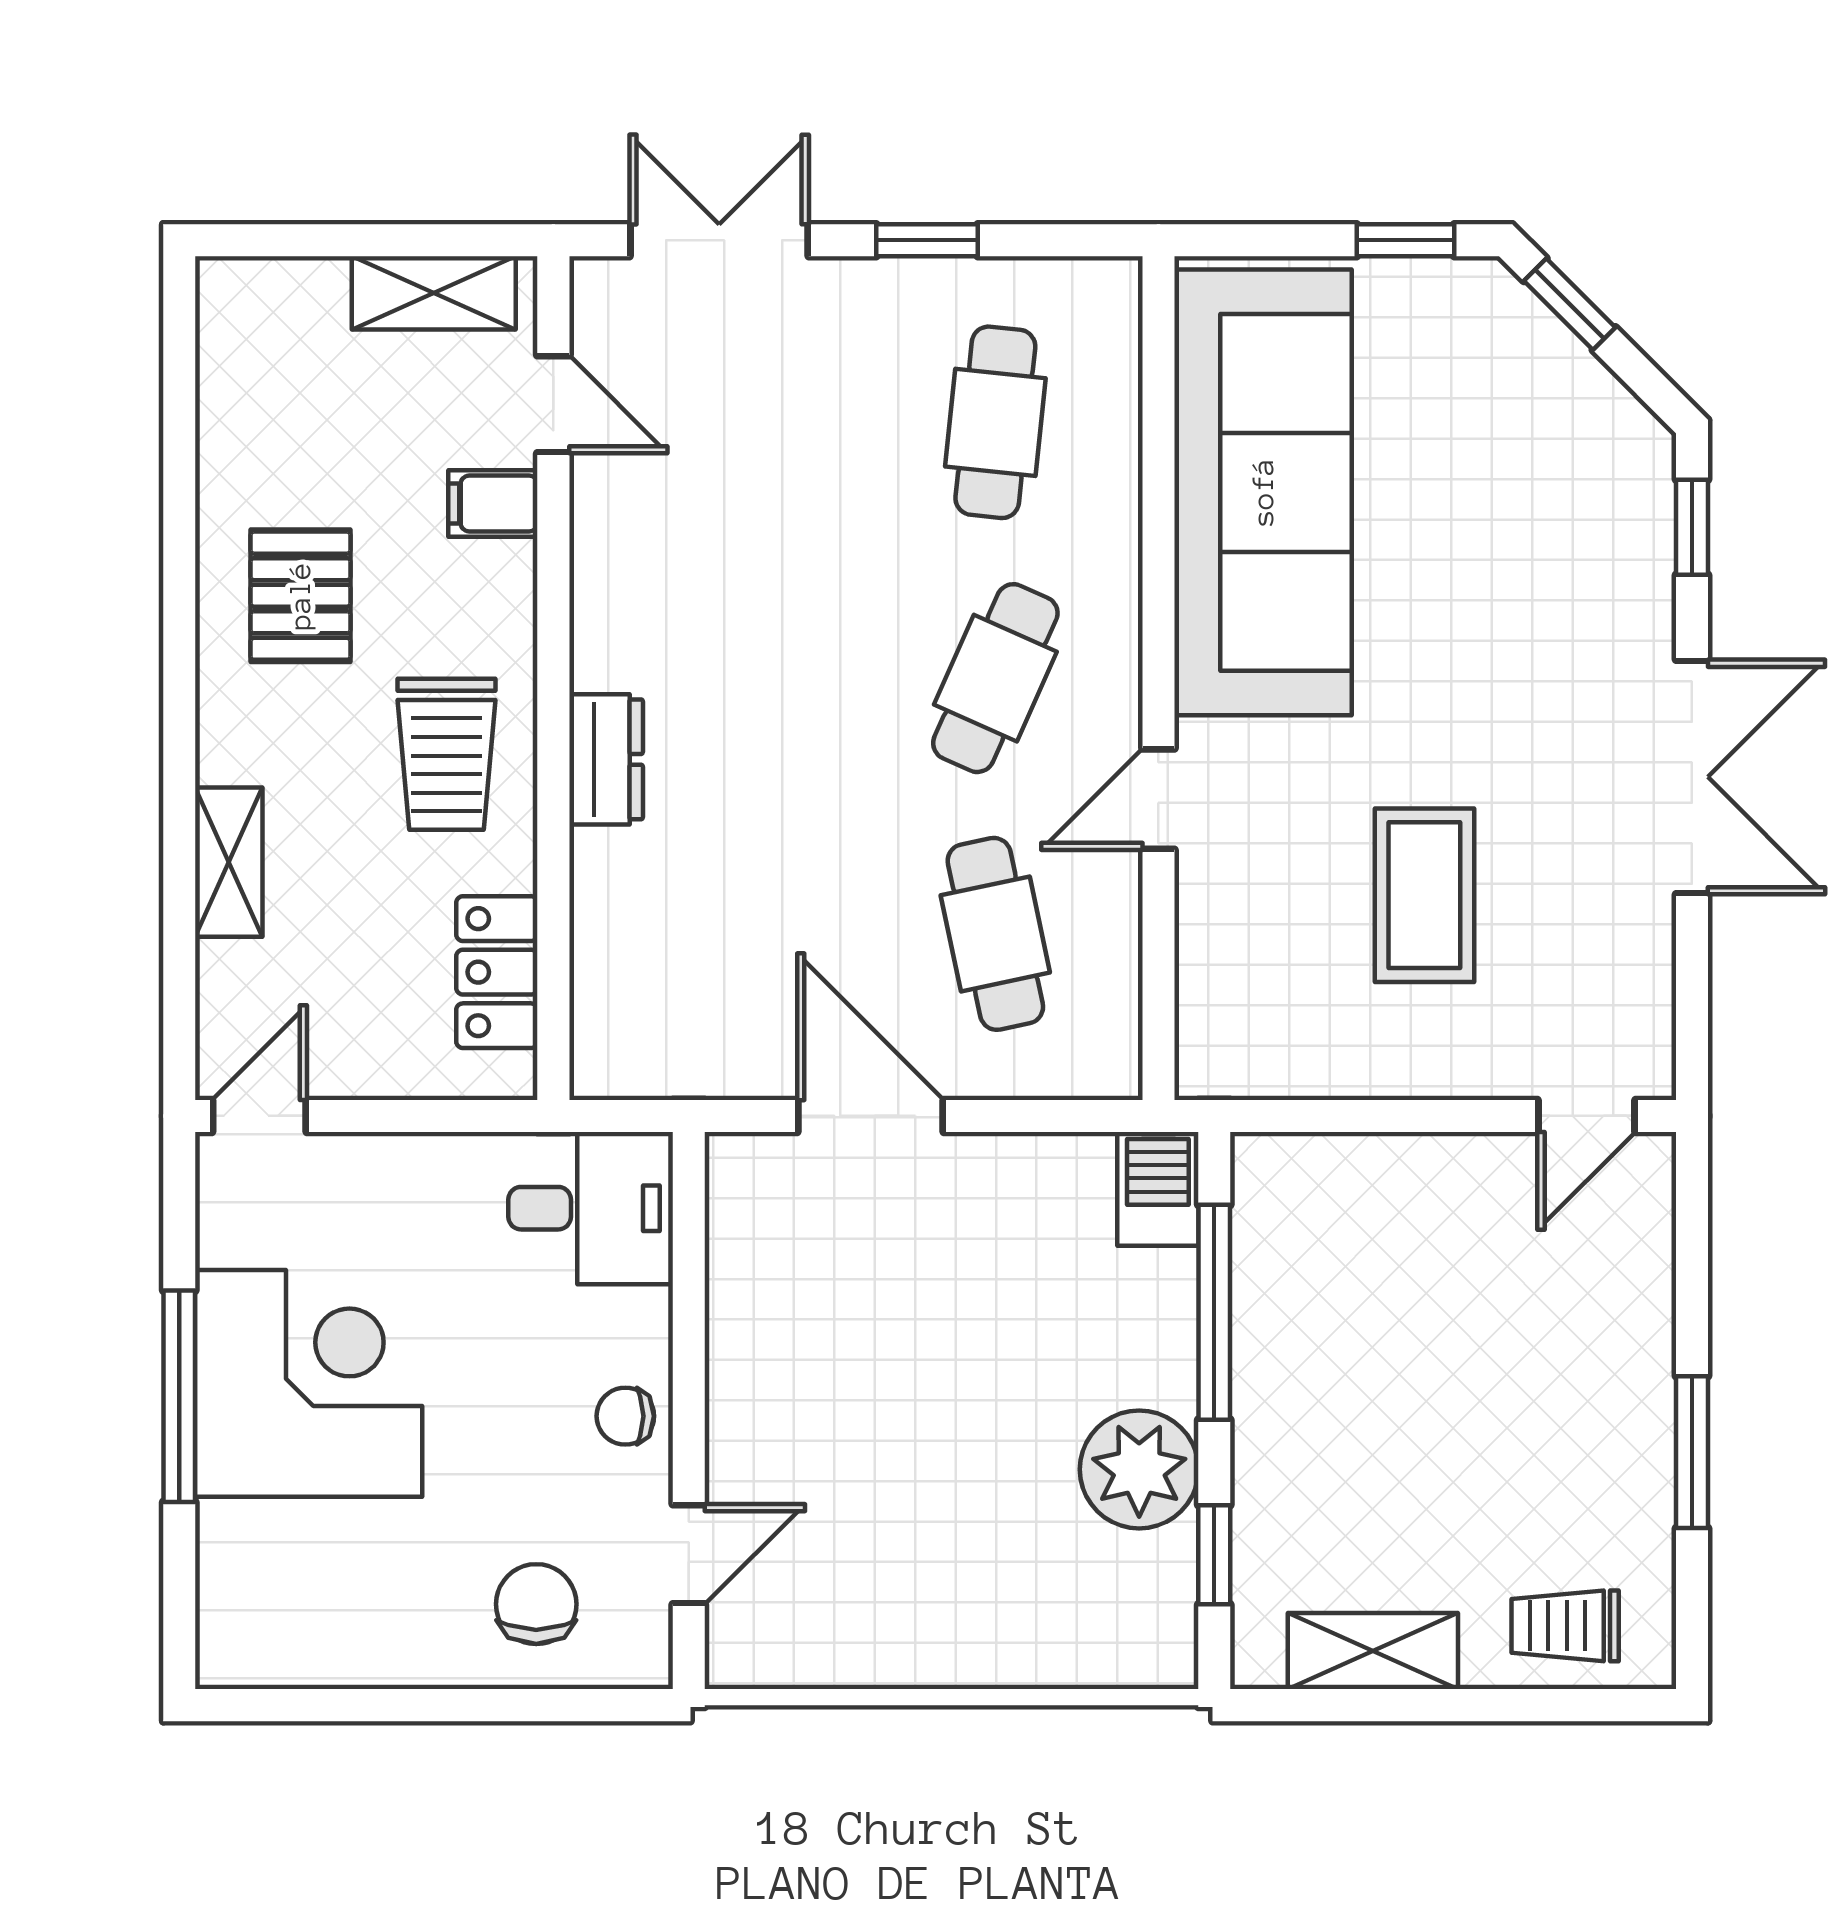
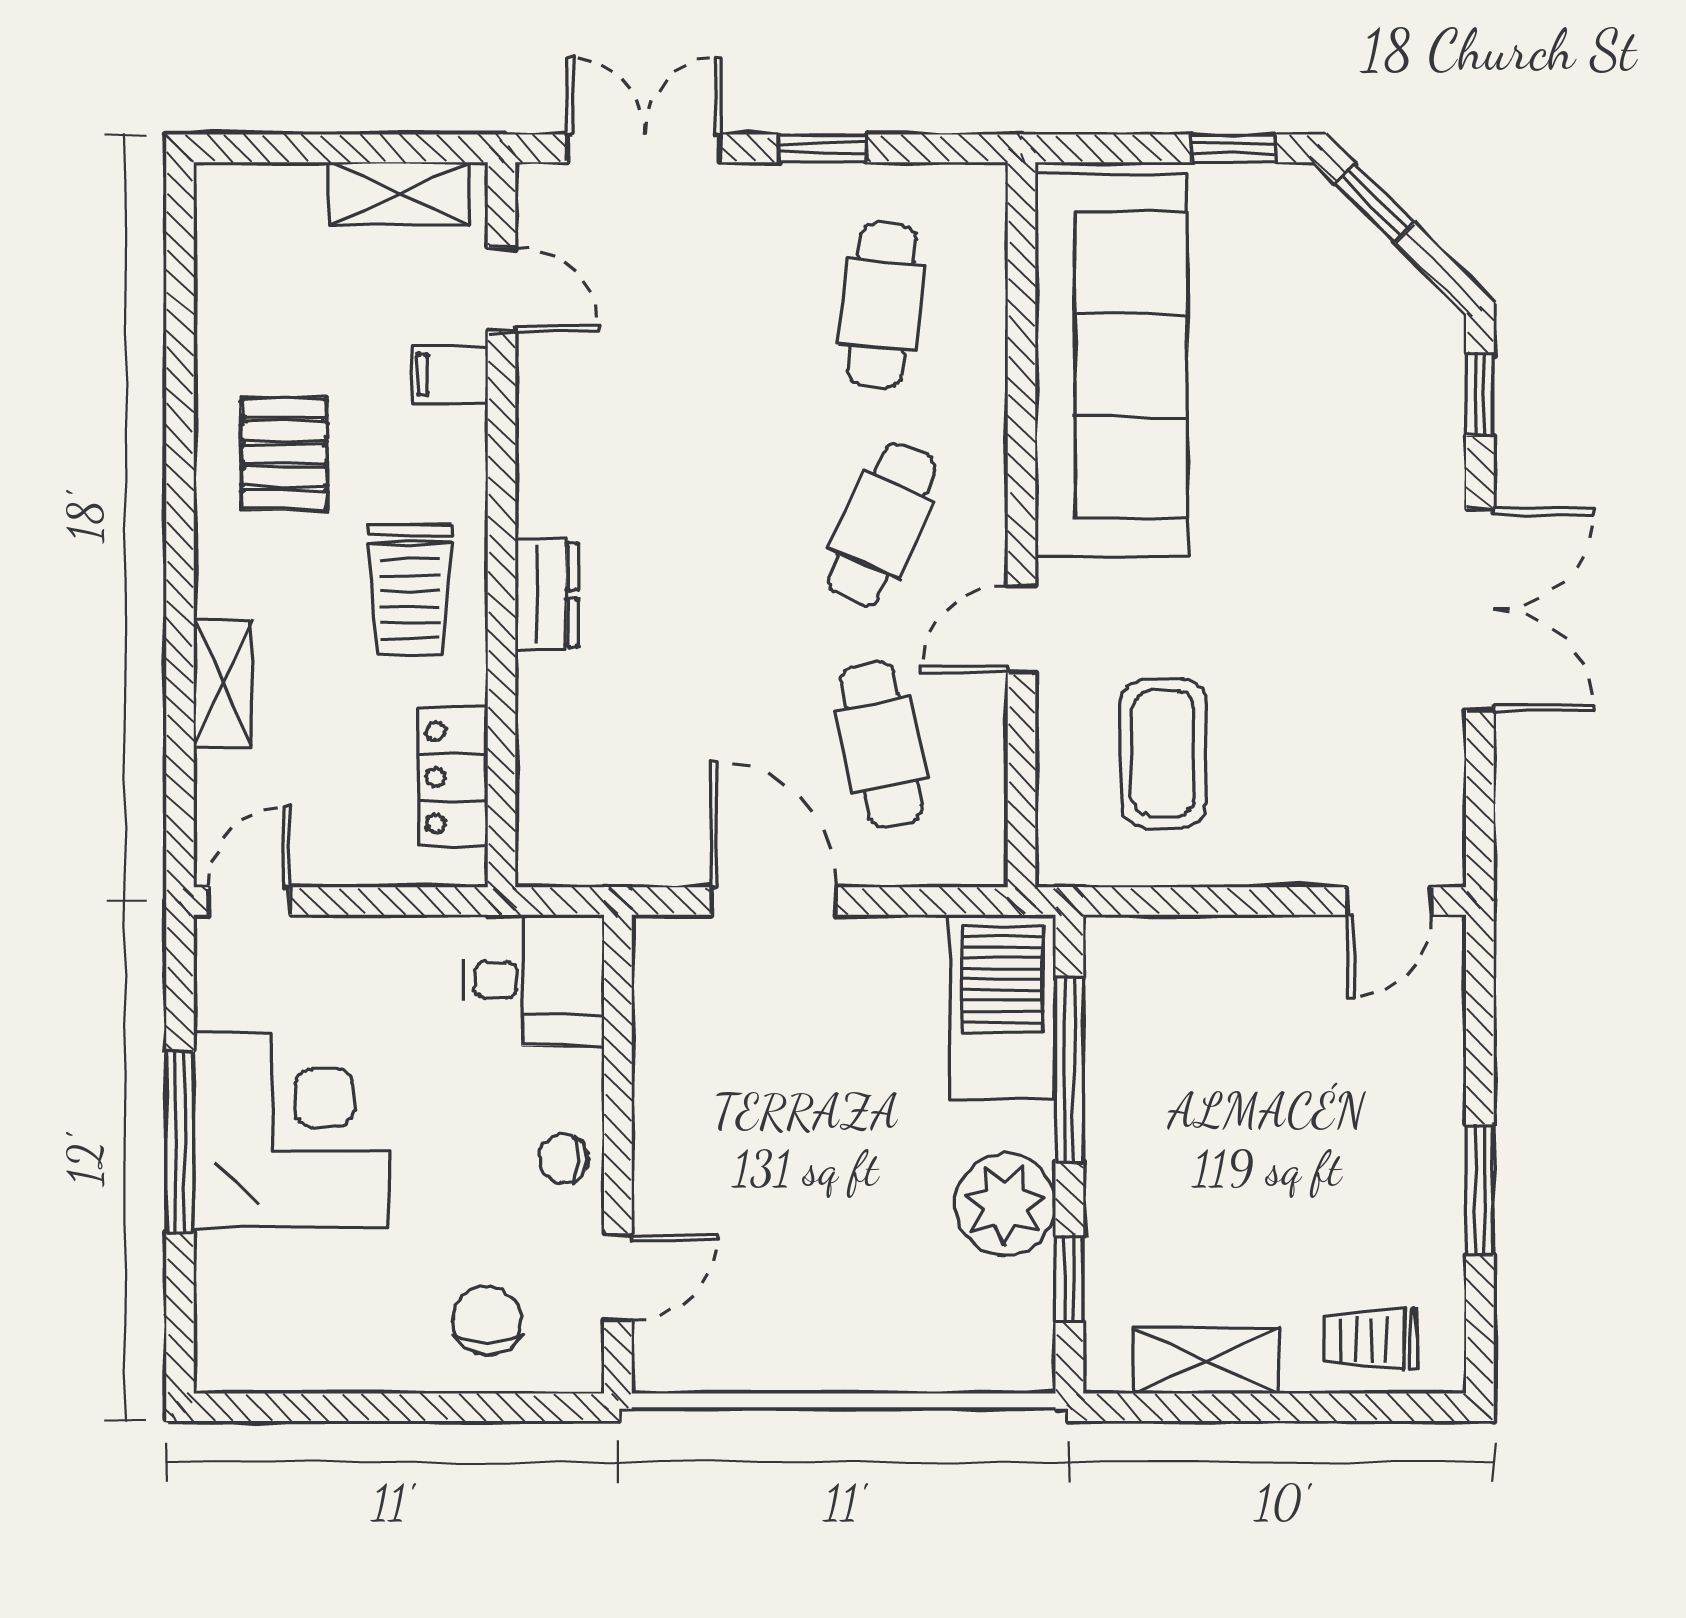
coffee table: (1424, 895) -> (1163, 753), moved
barbecue: (1158, 1189) -> (1002, 1007), width x1.88, depth x1.53

